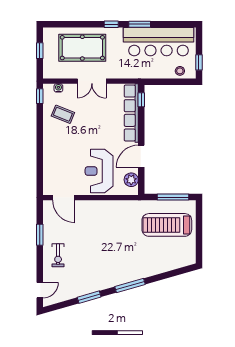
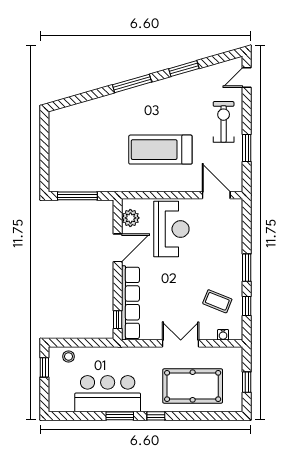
bar counter: (159, 42) -> (108, 394), width x0.73
window: (40, 96) -> (247, 306), moved
window: (40, 141) -> (247, 268), added
treadmill: (167, 225) -> (160, 150), moved, turned 180
exercise bike: (58, 255) -> (224, 122), width x1.38, depth x1.39

